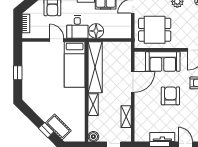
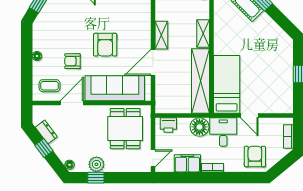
dining table: (155, 30) -> (125, 129), turned 90
printer: (121, 33) -> (168, 125), added
sofa: (163, 61) -> (115, 88), width x1.36
shelving: (126, 117) -> (161, 35), moved

